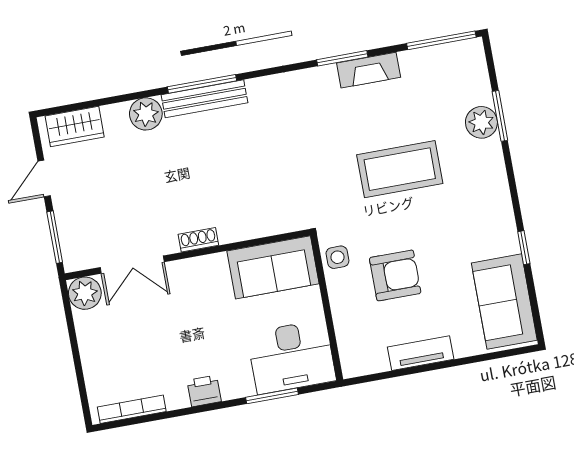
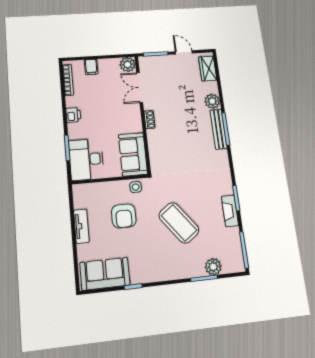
plant: (481, 122) -> (213, 267), moved
coffee table: (400, 169) -> (179, 223), turned -37
filing cabinet: (98, 366) -> (91, 67), added

